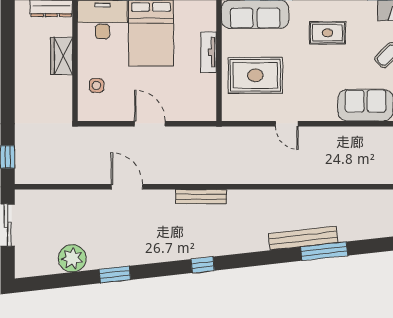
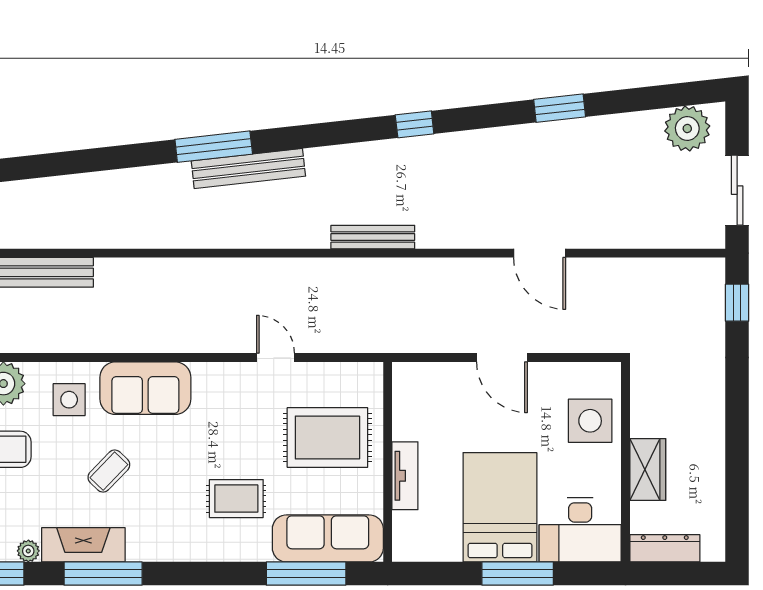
rug: (327, 33) -> (236, 499), moved
side table: (96, 85) -> (590, 421), width x1.87, depth x1.87
bench: (201, 197) -> (373, 237), moved
plant: (72, 258) -> (687, 129), moved

